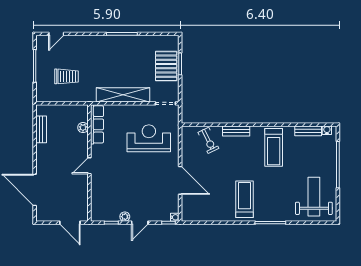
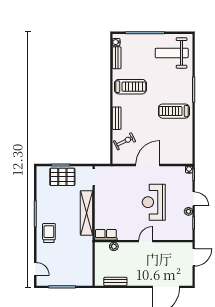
trolley: (66, 76) -> (49, 233), moved
row of seats: (97, 124) -> (106, 235), width x0.68
reception desk: (149, 138) -> (154, 202), moved
door: (89, 166) -> (146, 241), swing flipped
door: (180, 180) -> (148, 165), moved

